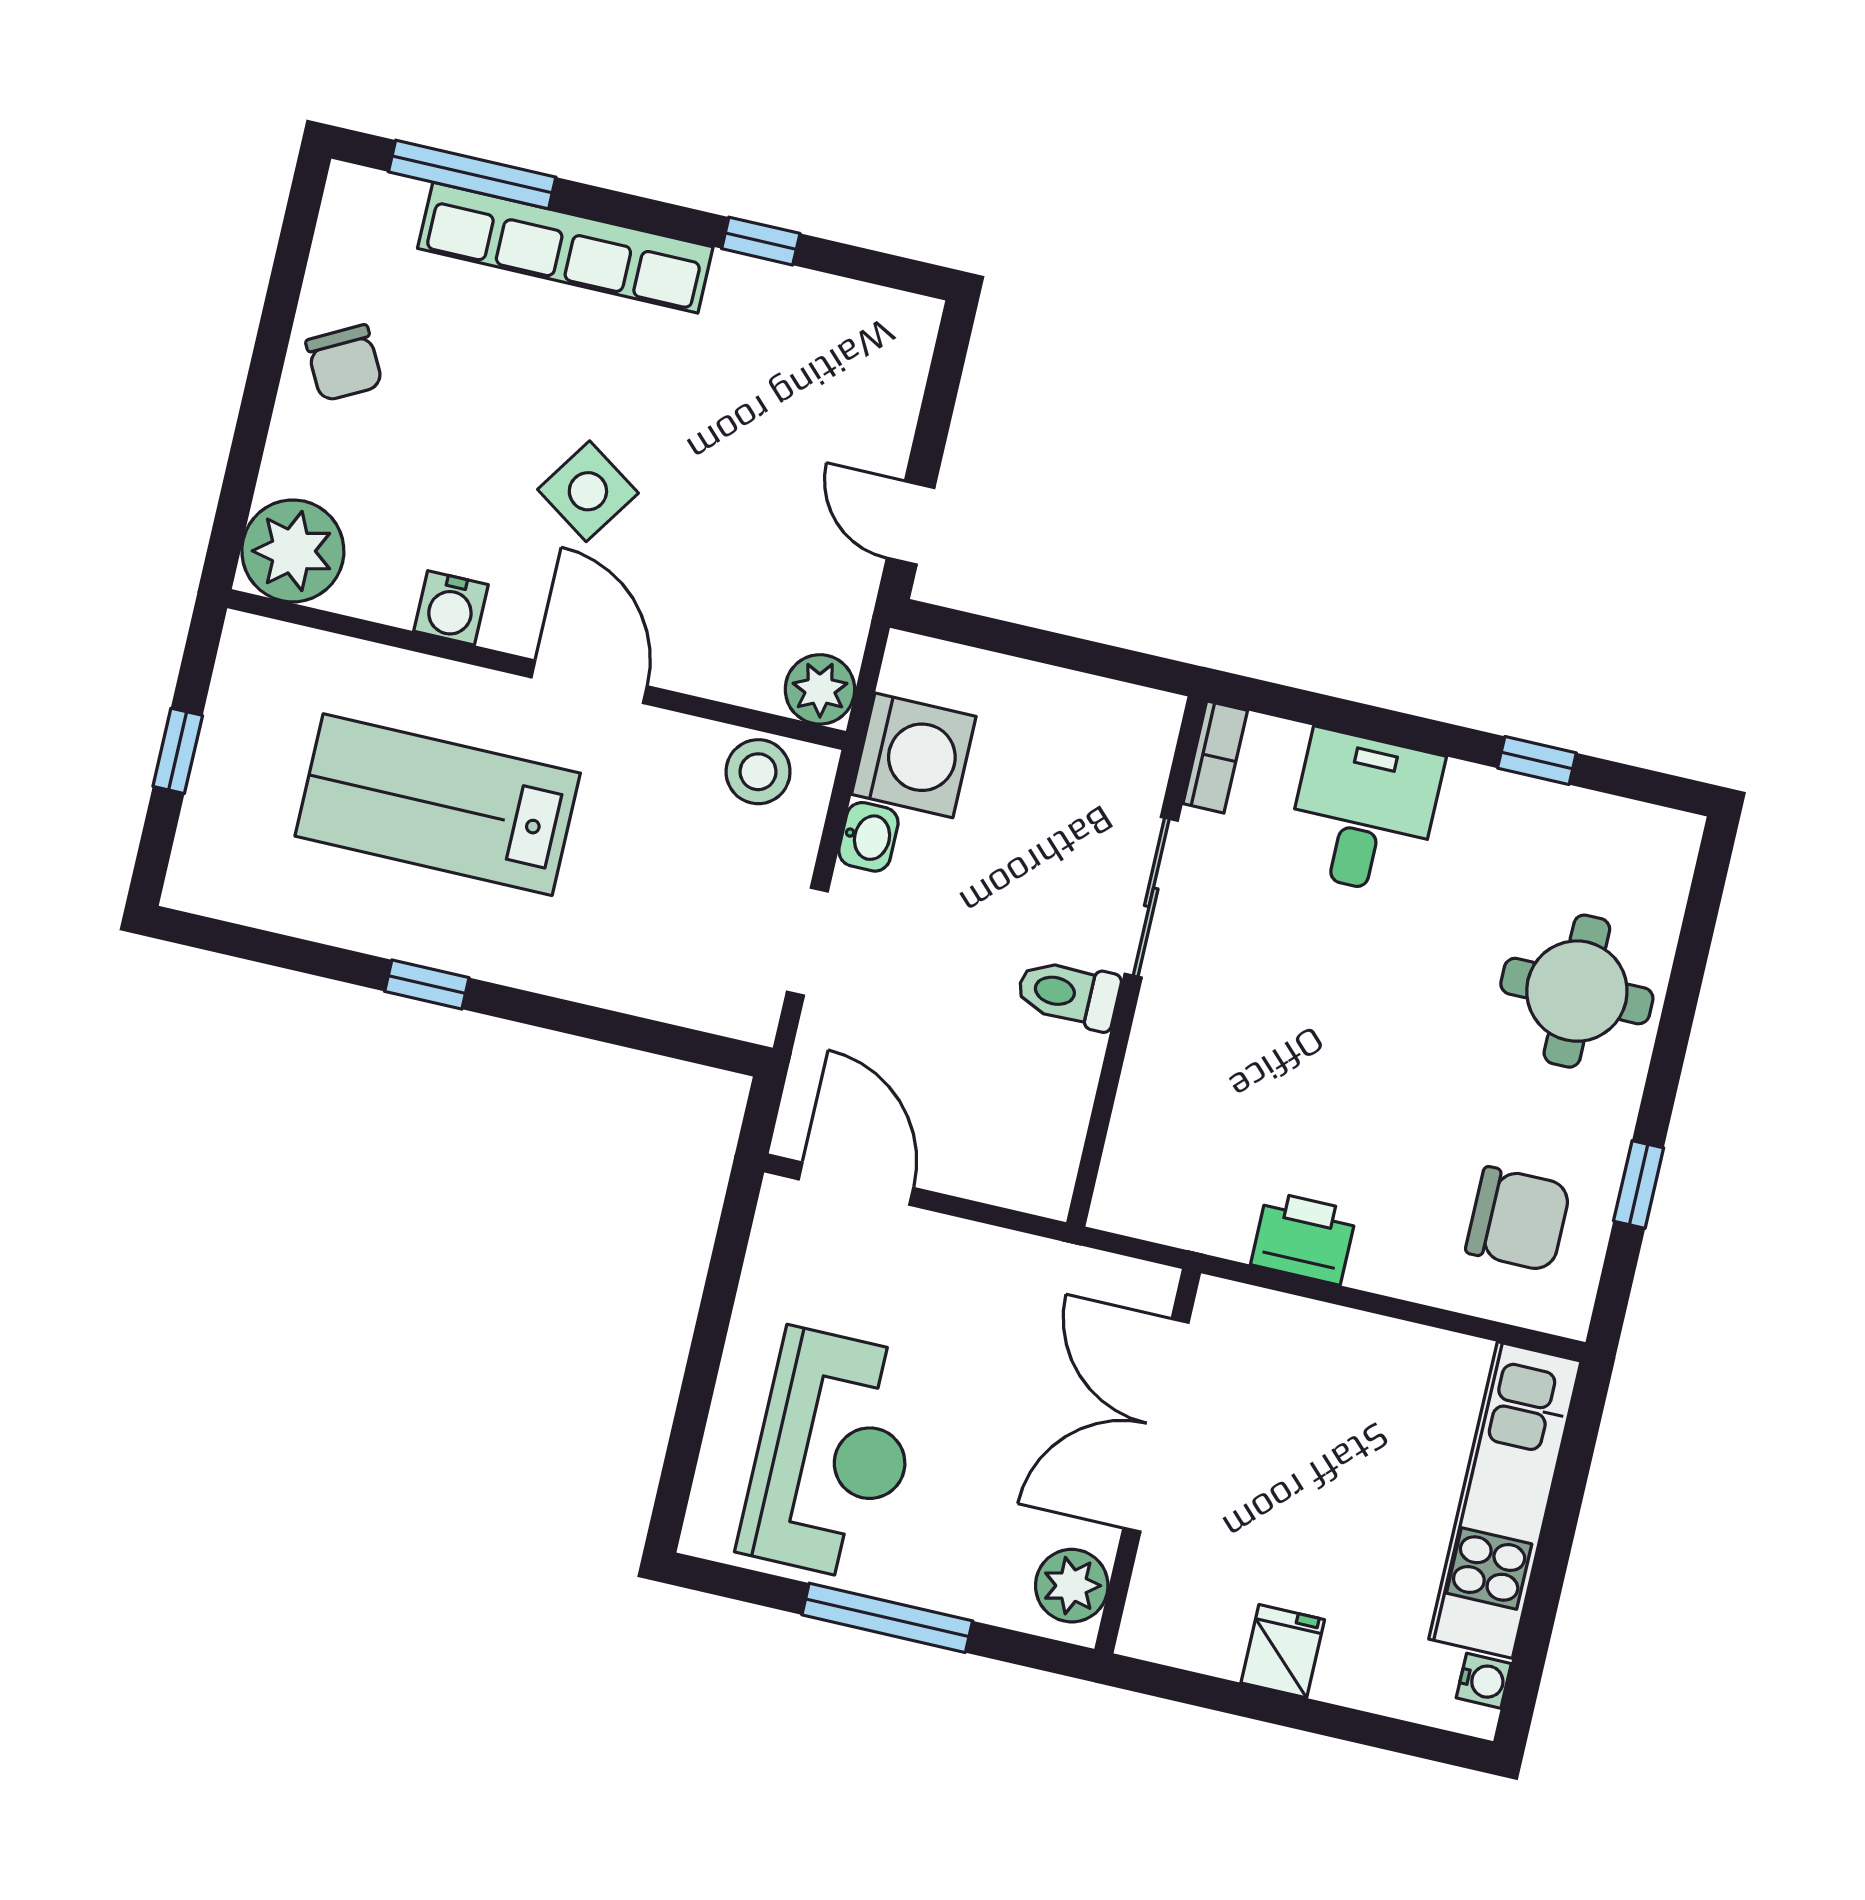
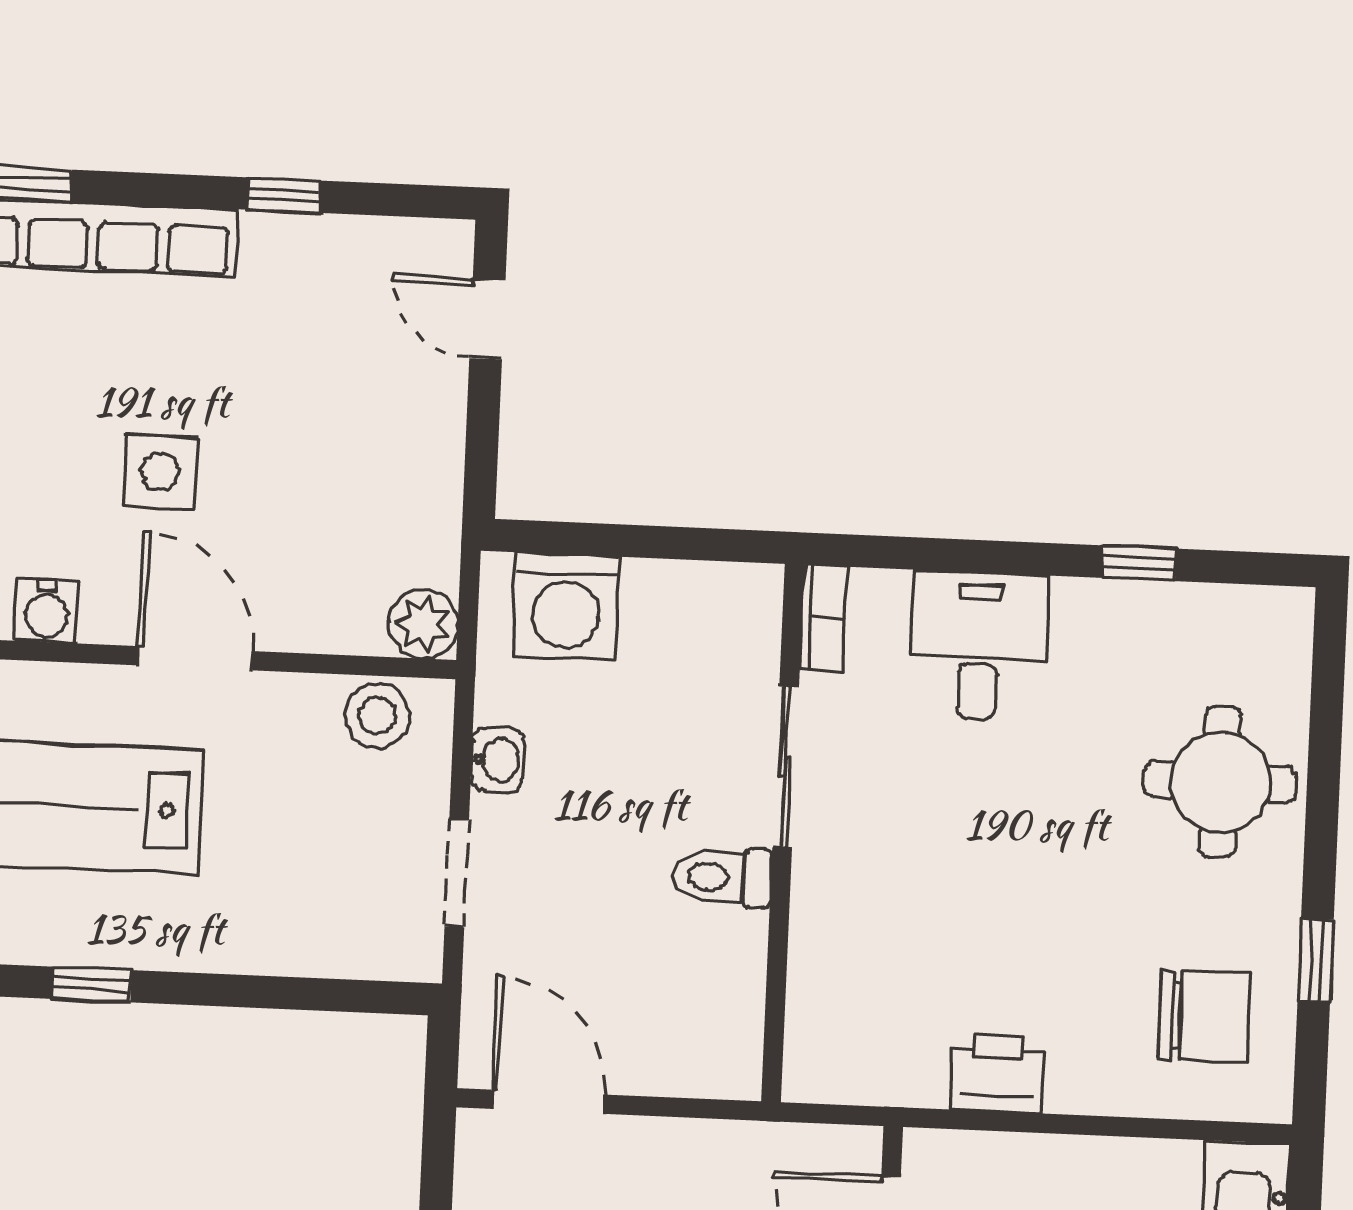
side table: (588, 491) -> (160, 472), turned -34
door: (911, 523) -> (487, 319), moved
washing machine: (914, 755) -> (566, 606), moved, turned 90

